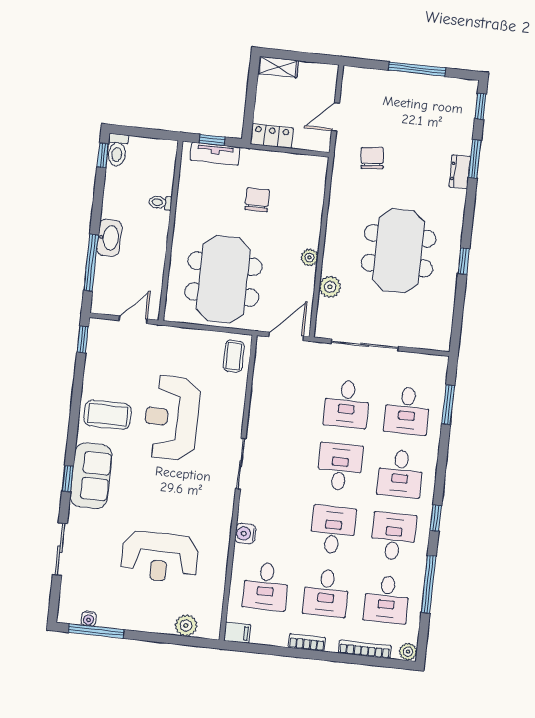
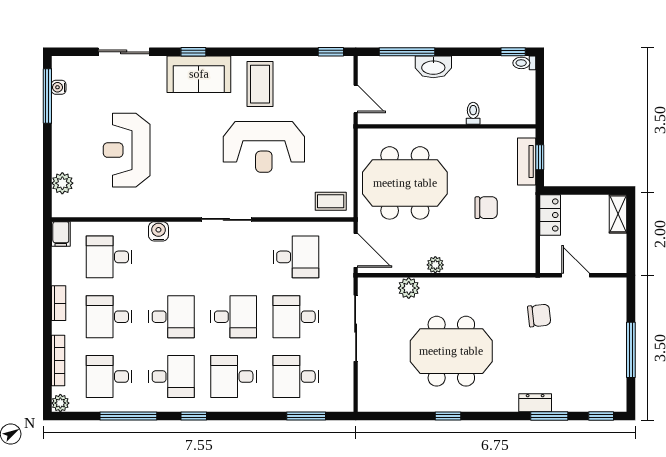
toilet: (117, 150) -> (524, 63), width x0.73, depth x0.72
desk: (286, 397) -> (296, 257), added
reception desk: (171, 418) -> (264, 147), turned 180

